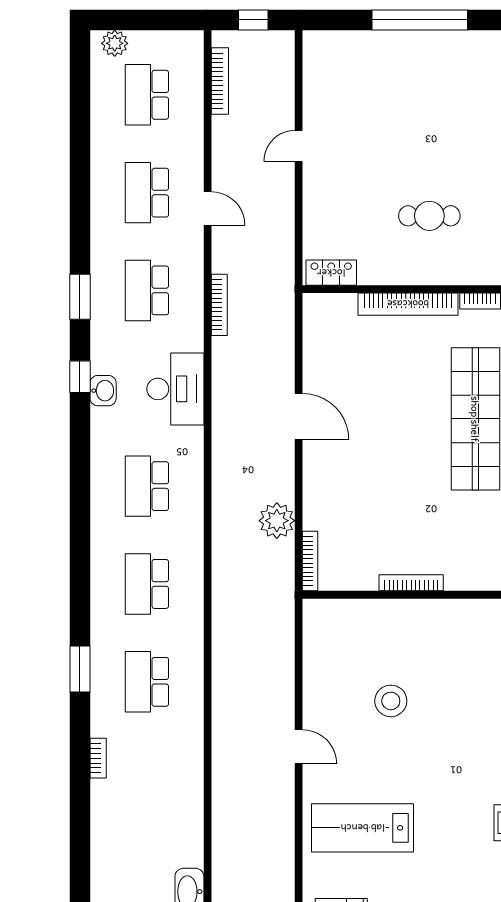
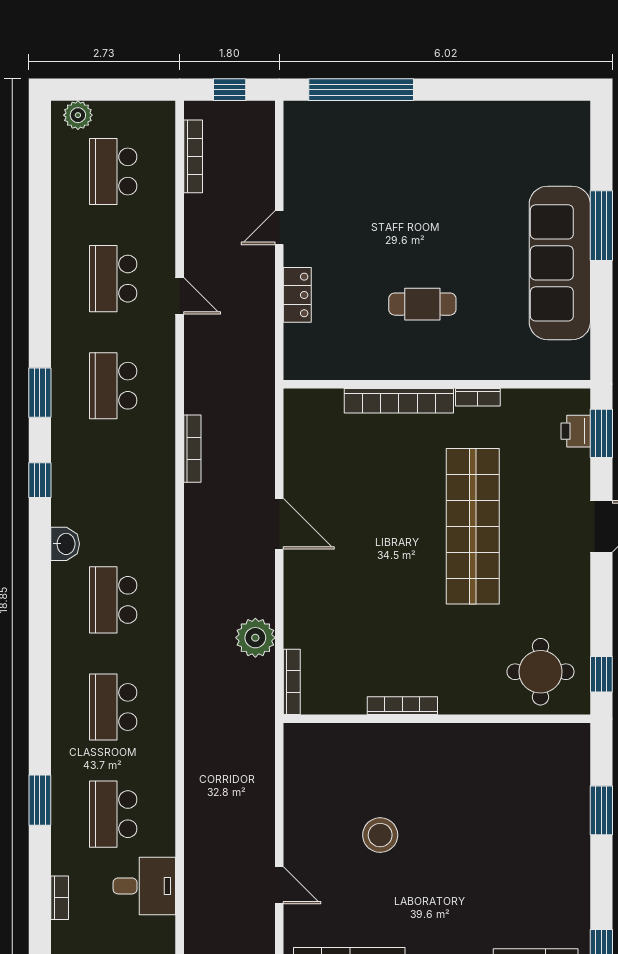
window: (420, 20) -> (361, 90), moved
locker: (331, 273) -> (297, 295), moved, turned 90
bookcase: (219, 305) -> (192, 449), moved
desk: (175, 389) -> (144, 886), moved, width x0.73
washbasin: (103, 391) -> (65, 544), moved

